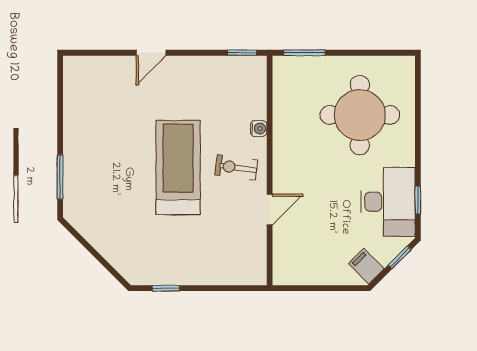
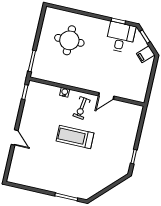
round table: (360, 115) -> (69, 40), width x0.73, depth x0.73
treadmill: (178, 168) -> (75, 137), width x0.73, depth x0.73
desk: (388, 202) -> (120, 37), width x0.73
door: (270, 209) -> (106, 96), swing flipped

